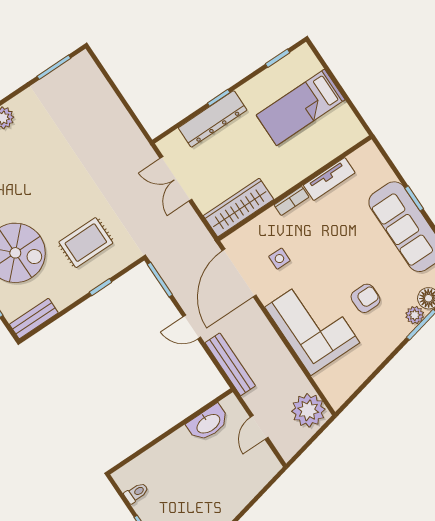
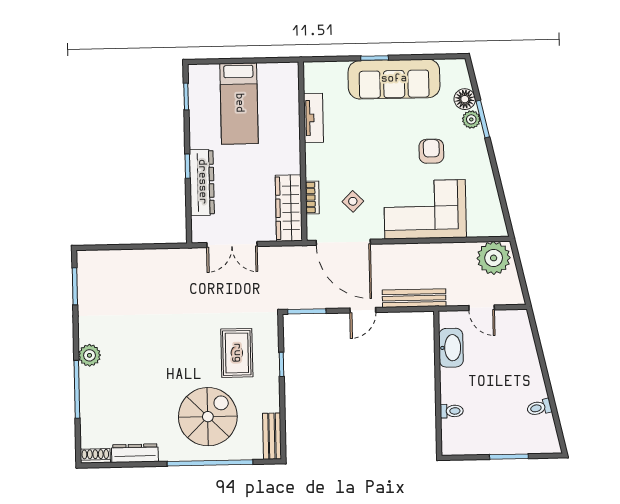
bookcase: (291, 201) -> (312, 197), moved
side table: (279, 259) -> (353, 201), turned 45
toilet: (136, 493) -> (452, 411), moved, turned 90

